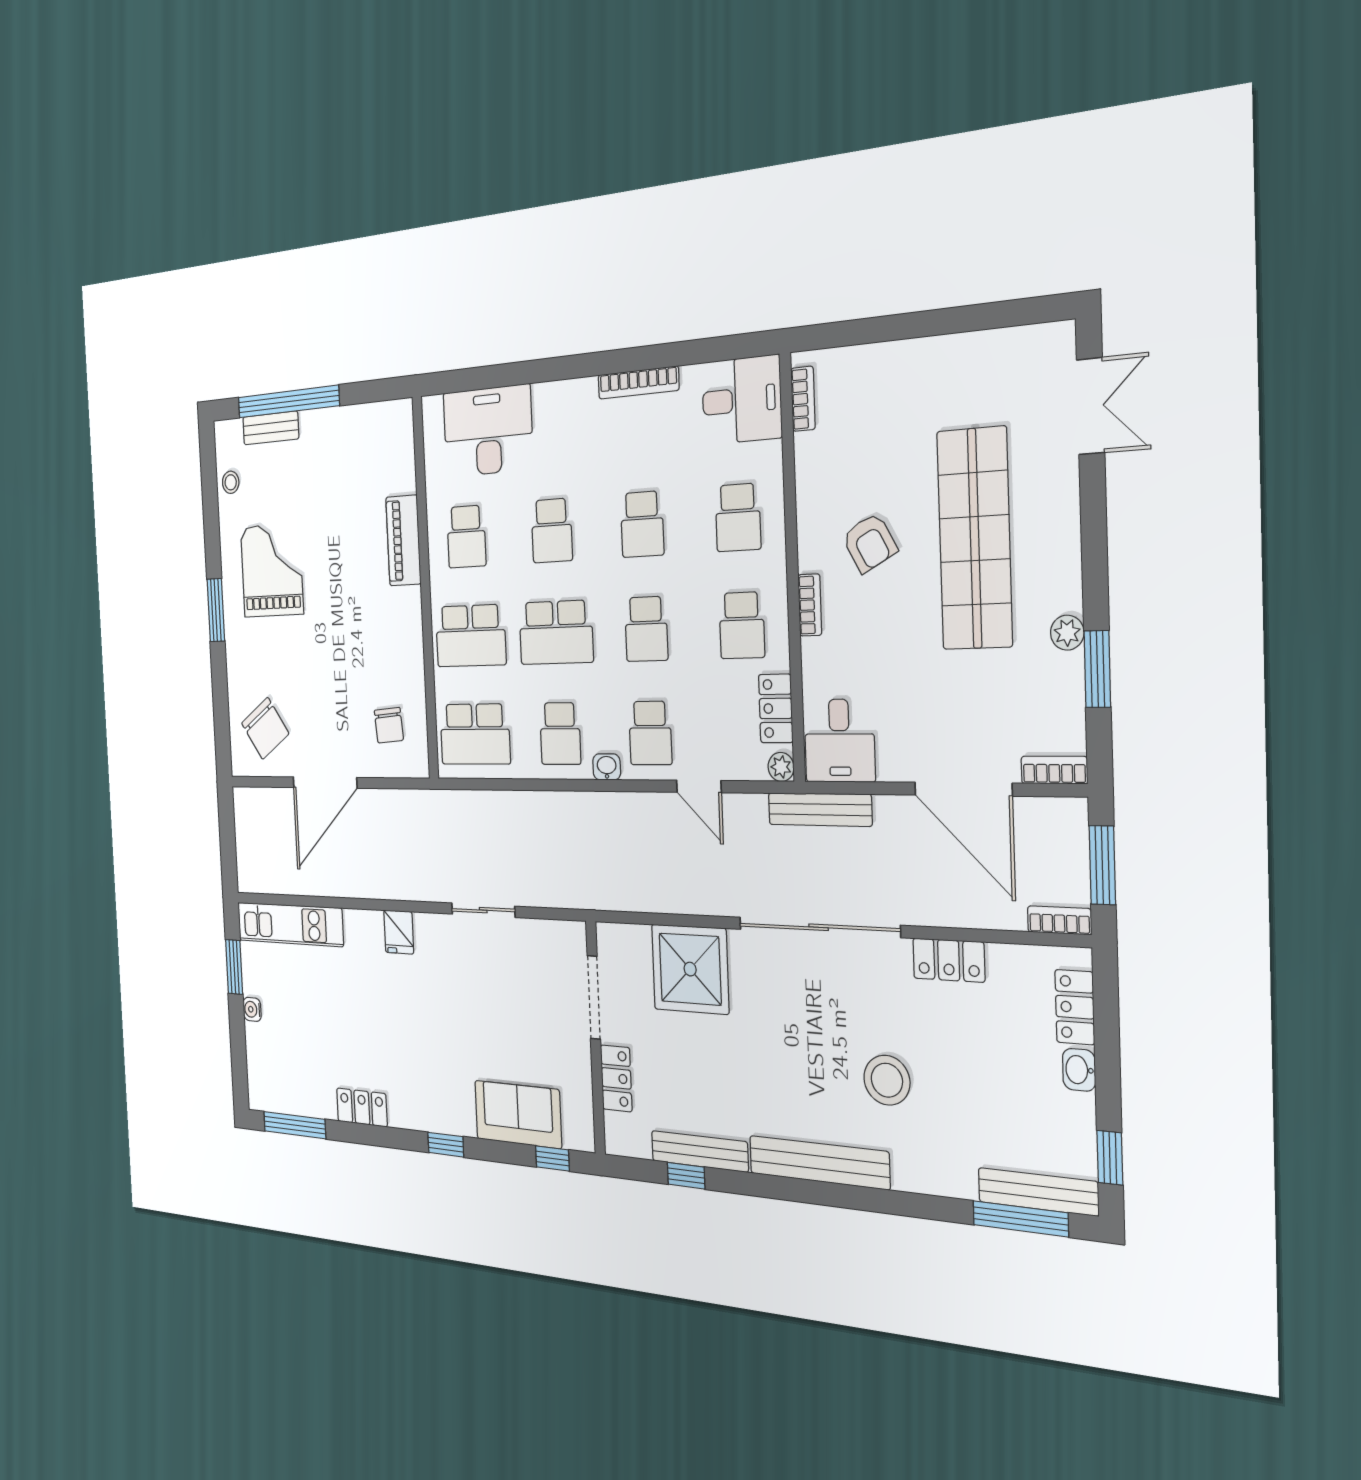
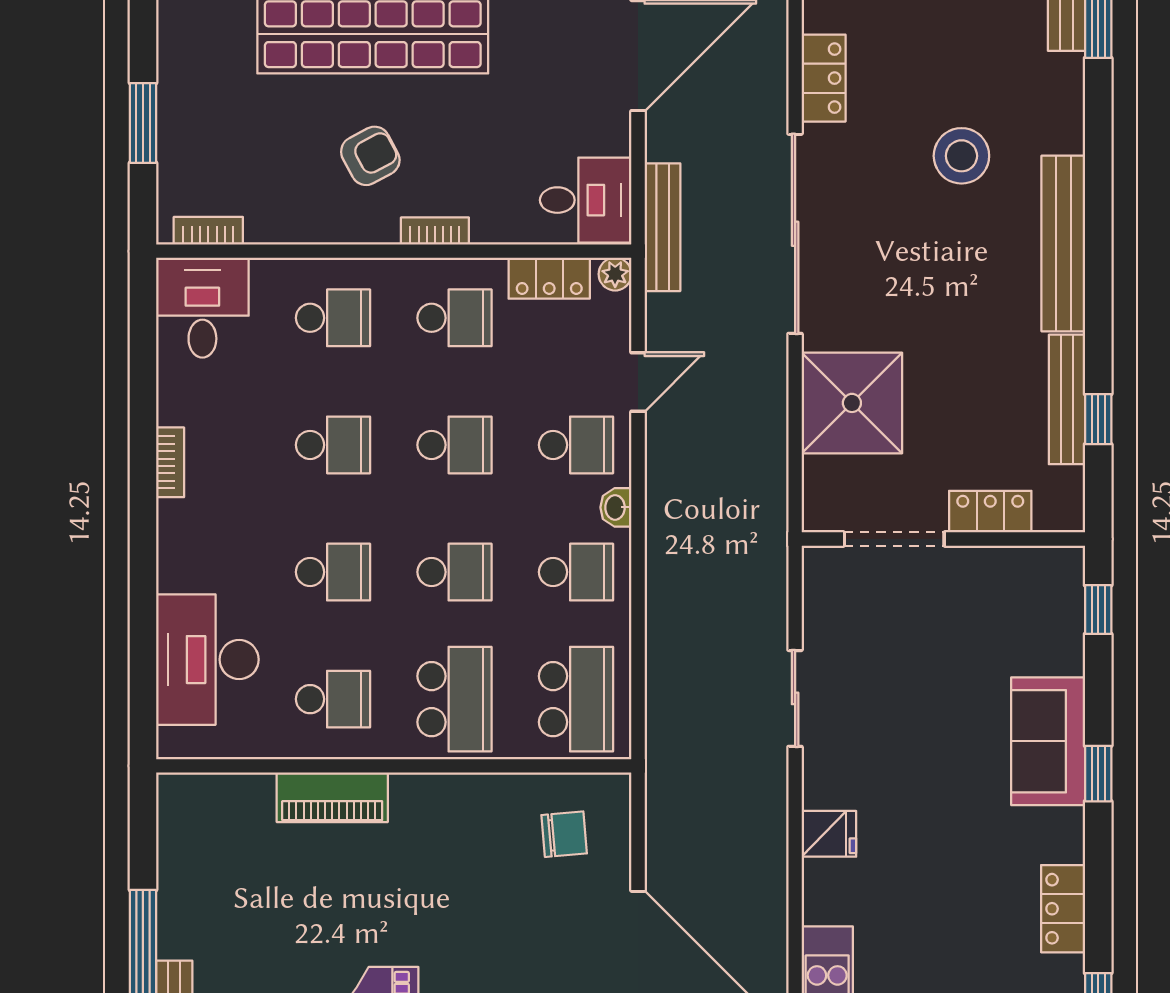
window: (891, 328) -> (143, 123), added
bookcase: (638, 383) -> (170, 462), width x0.64
school desk: (556, 632) -> (455, 572), width x0.54
sofa: (518, 1114) -> (1048, 741), moved

